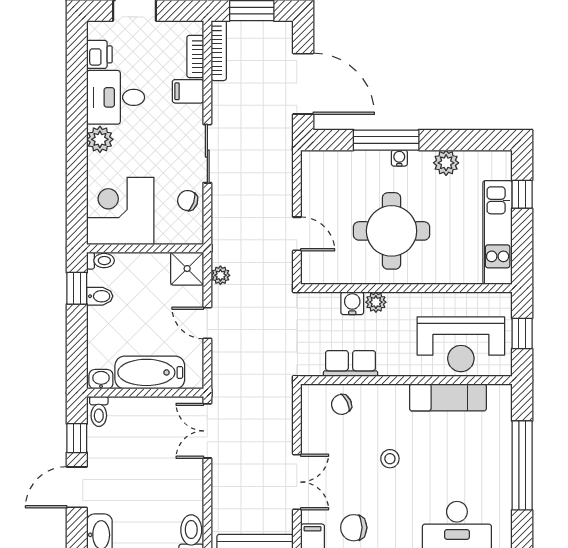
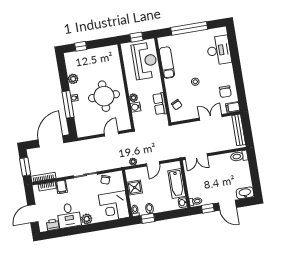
kitchen unit: (498, 232) -> (98, 54), removed
shower: (187, 269) -> (135, 188), moved

